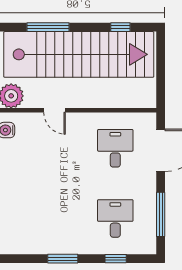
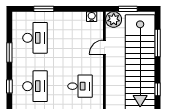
desk: (40, 218) -> (35, 38), added
desk: (115, 218) -> (35, 86), width x1.37

